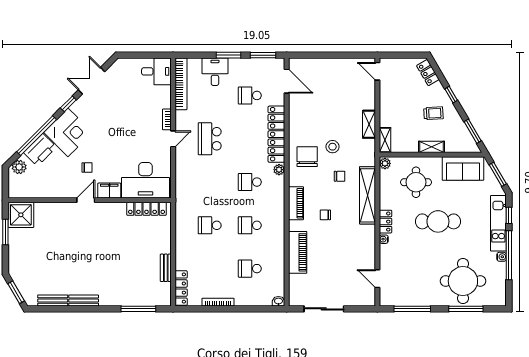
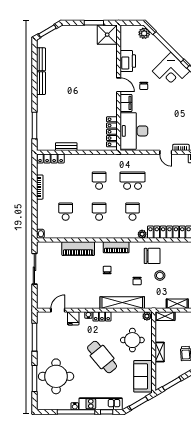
school desk: (210, 139) -> (133, 181), moved
printer: (40, 150) -> (128, 61), moved, turned -135
cafe table: (438, 221) -> (102, 357), turned -40
fridge: (388, 259) -> (73, 318), added

